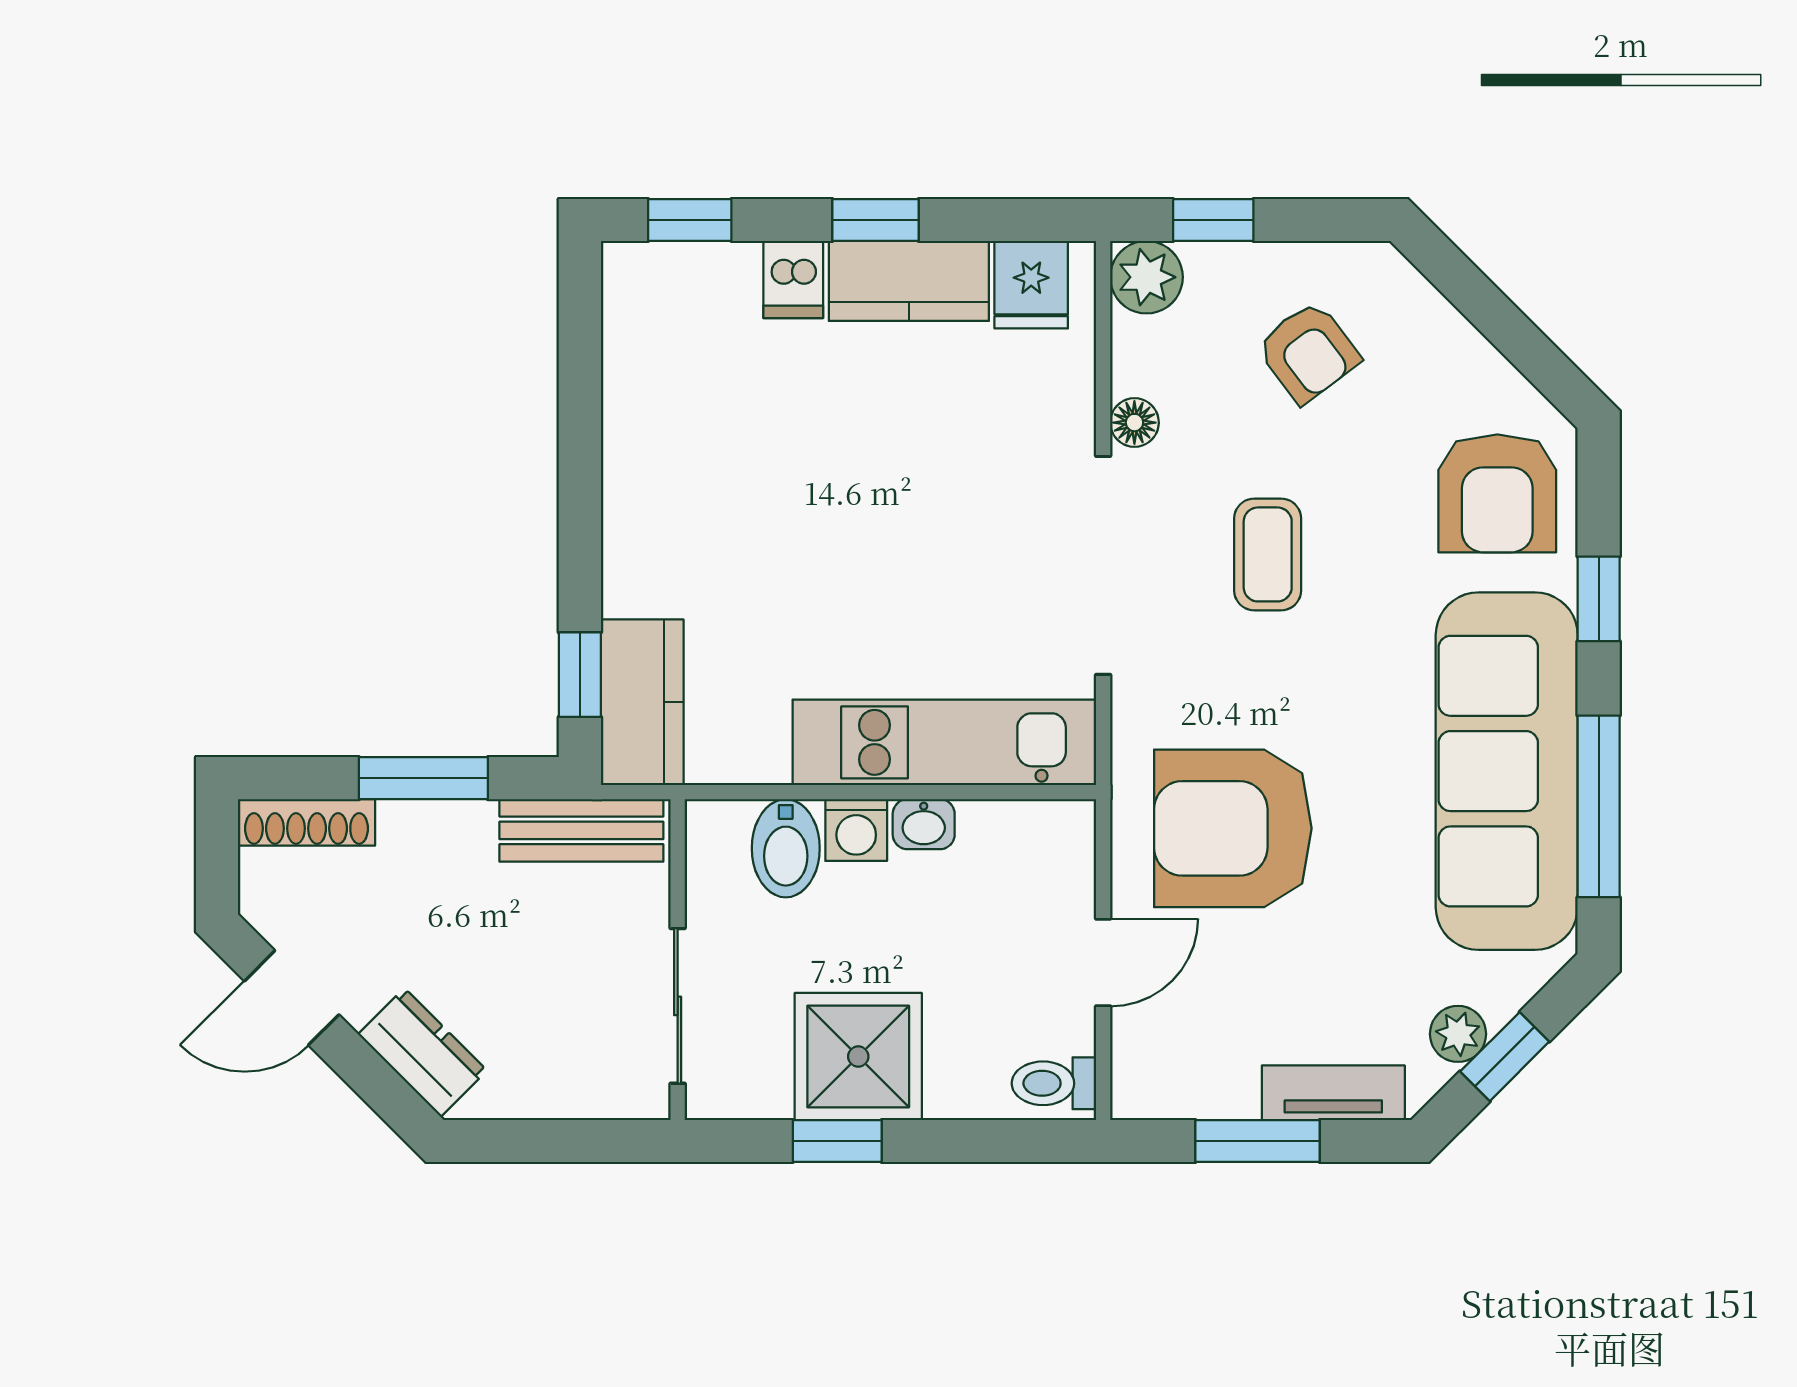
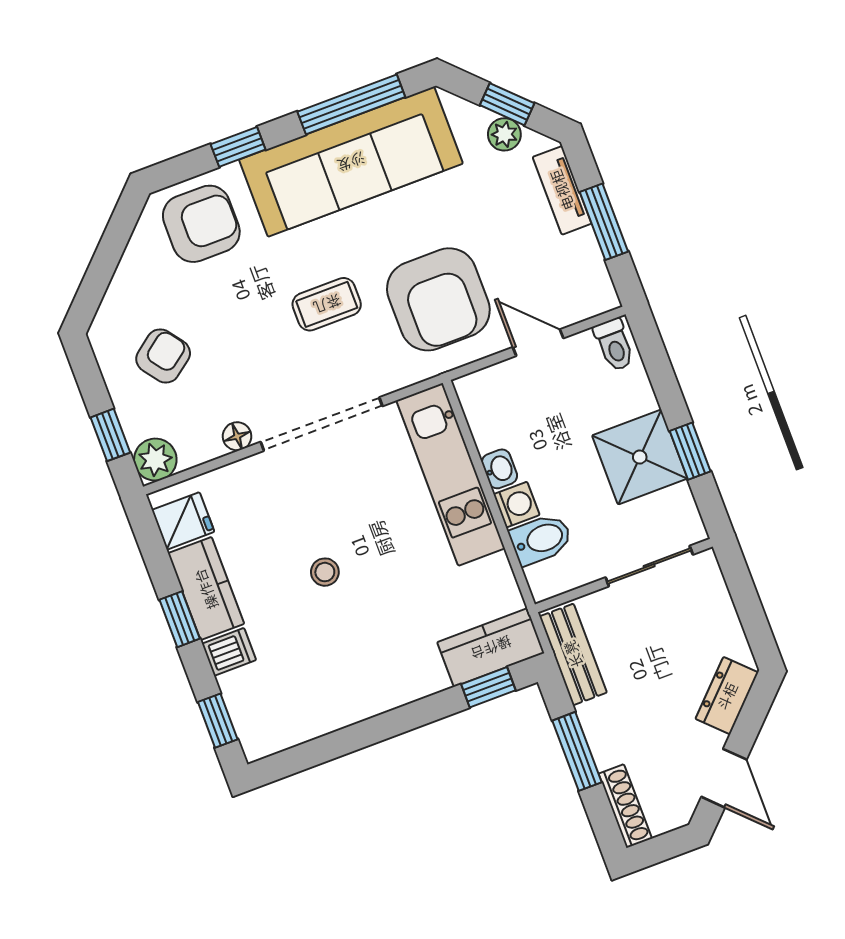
stool: (864, 482) -> (325, 572), added
coffee table: (1268, 554) -> (327, 304), moved

